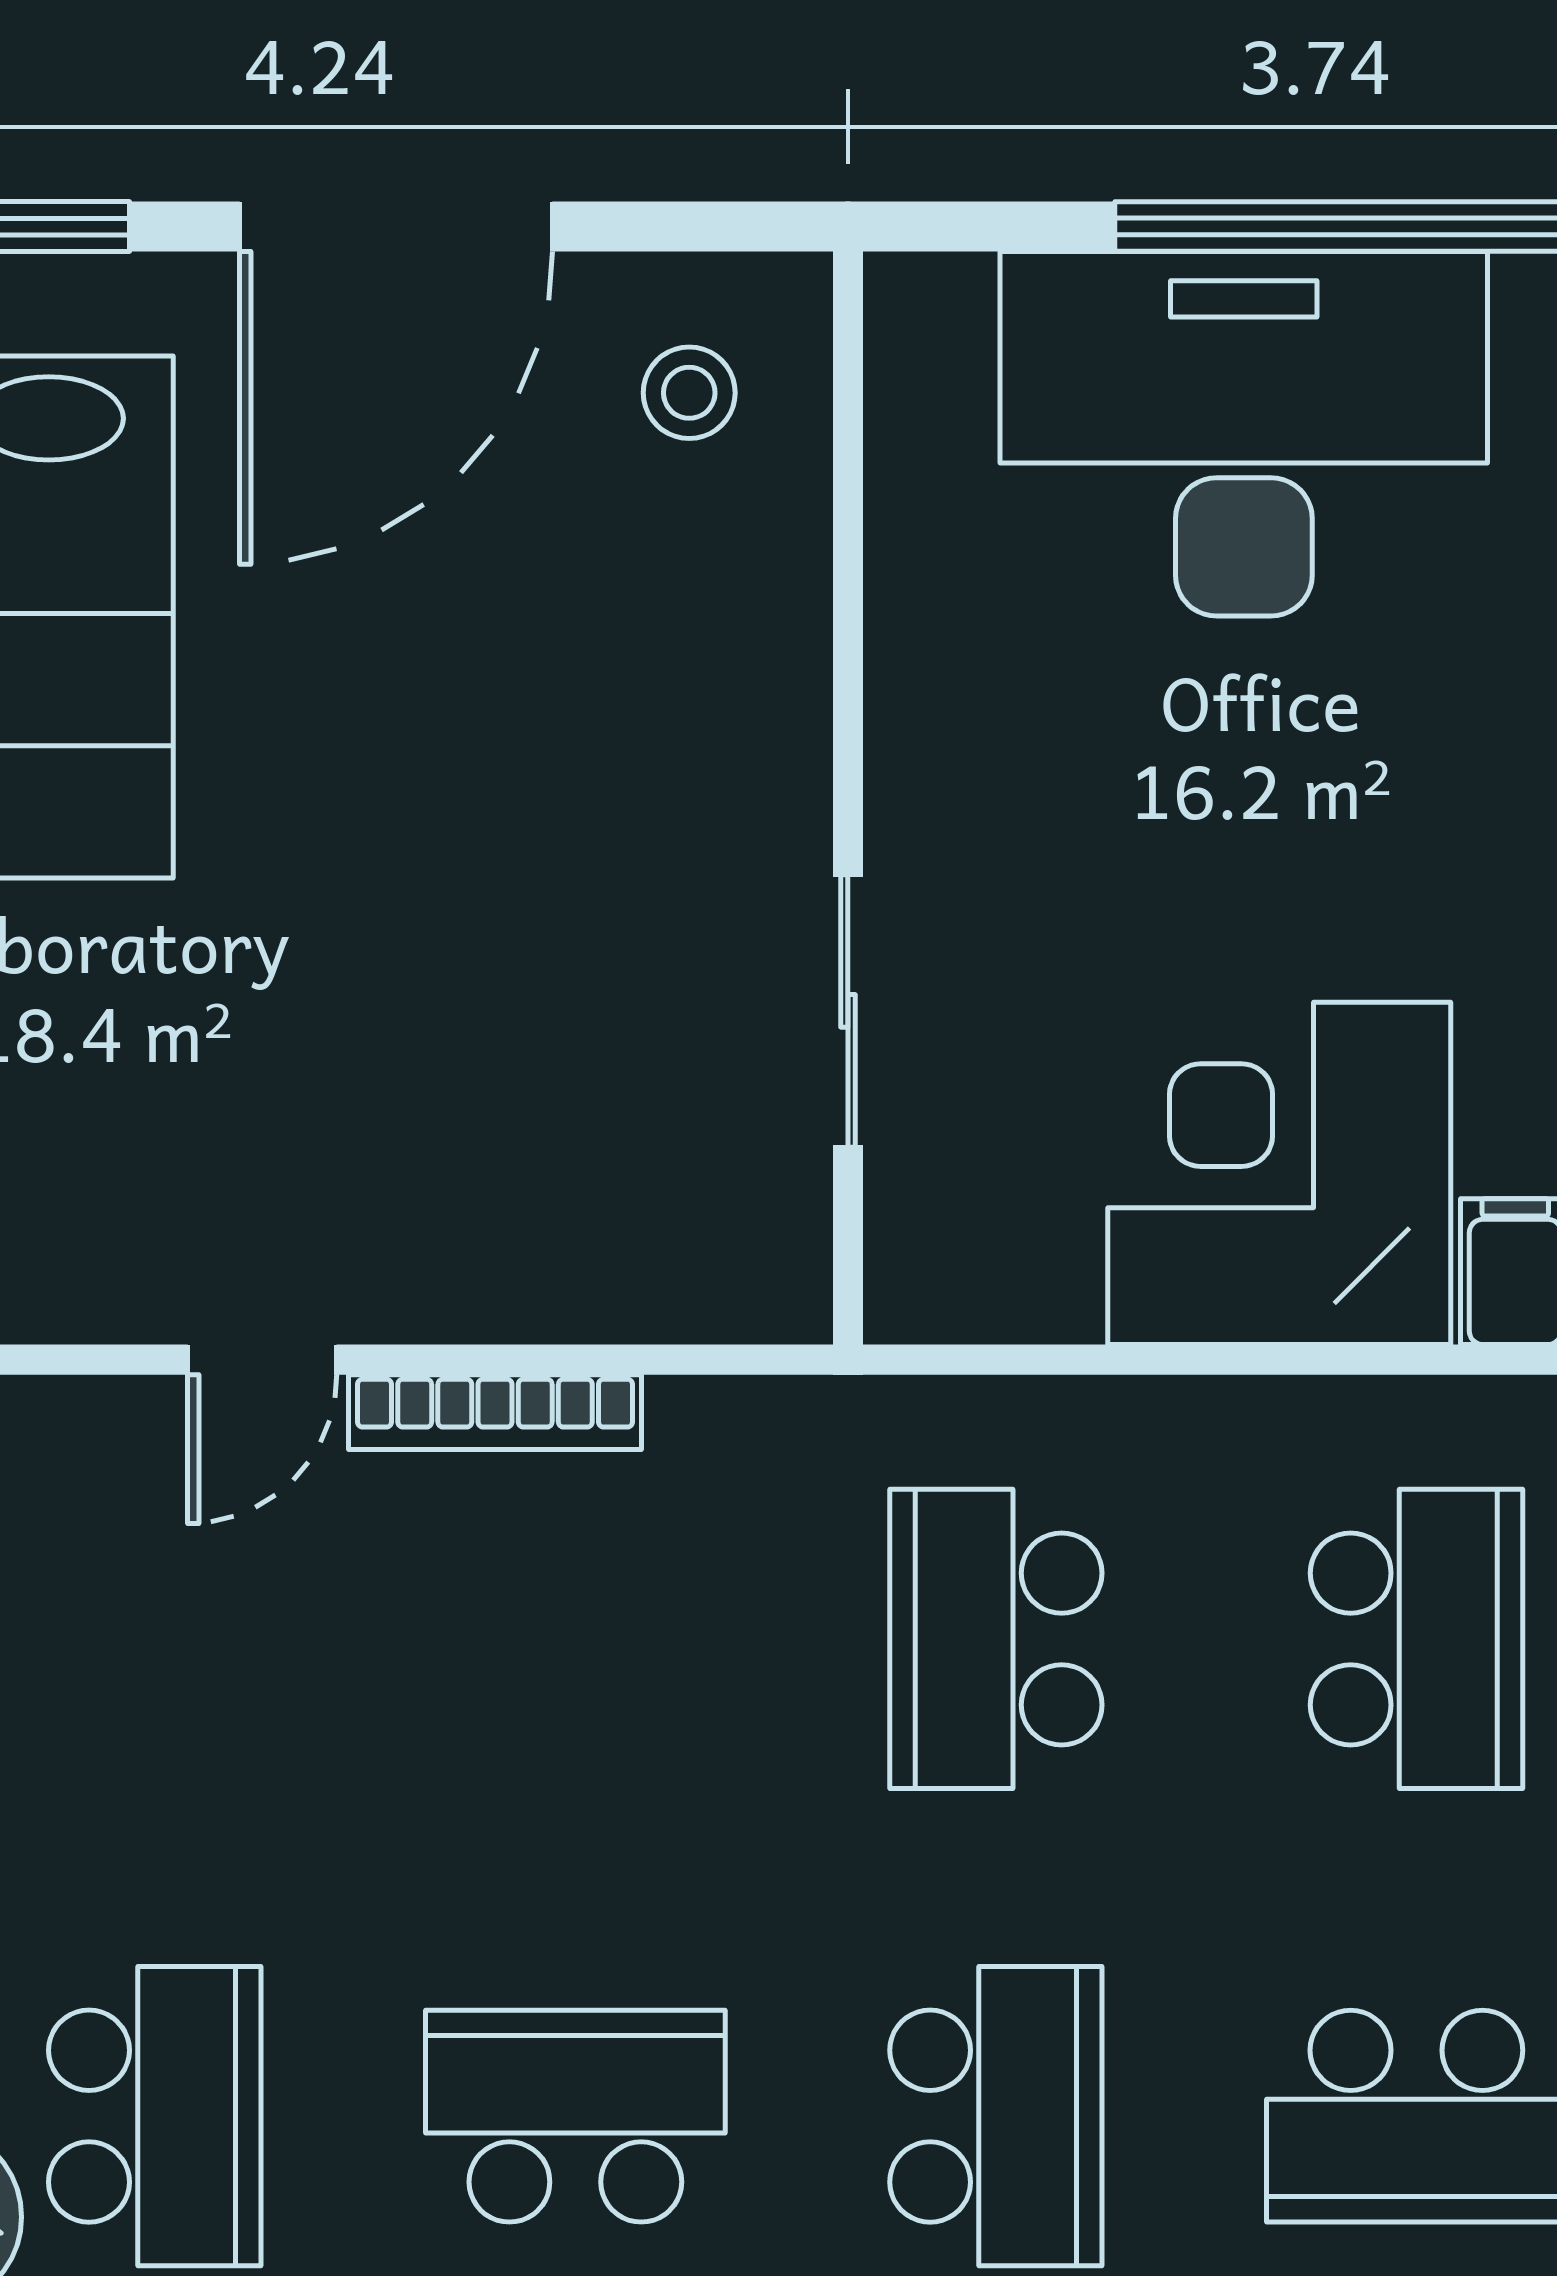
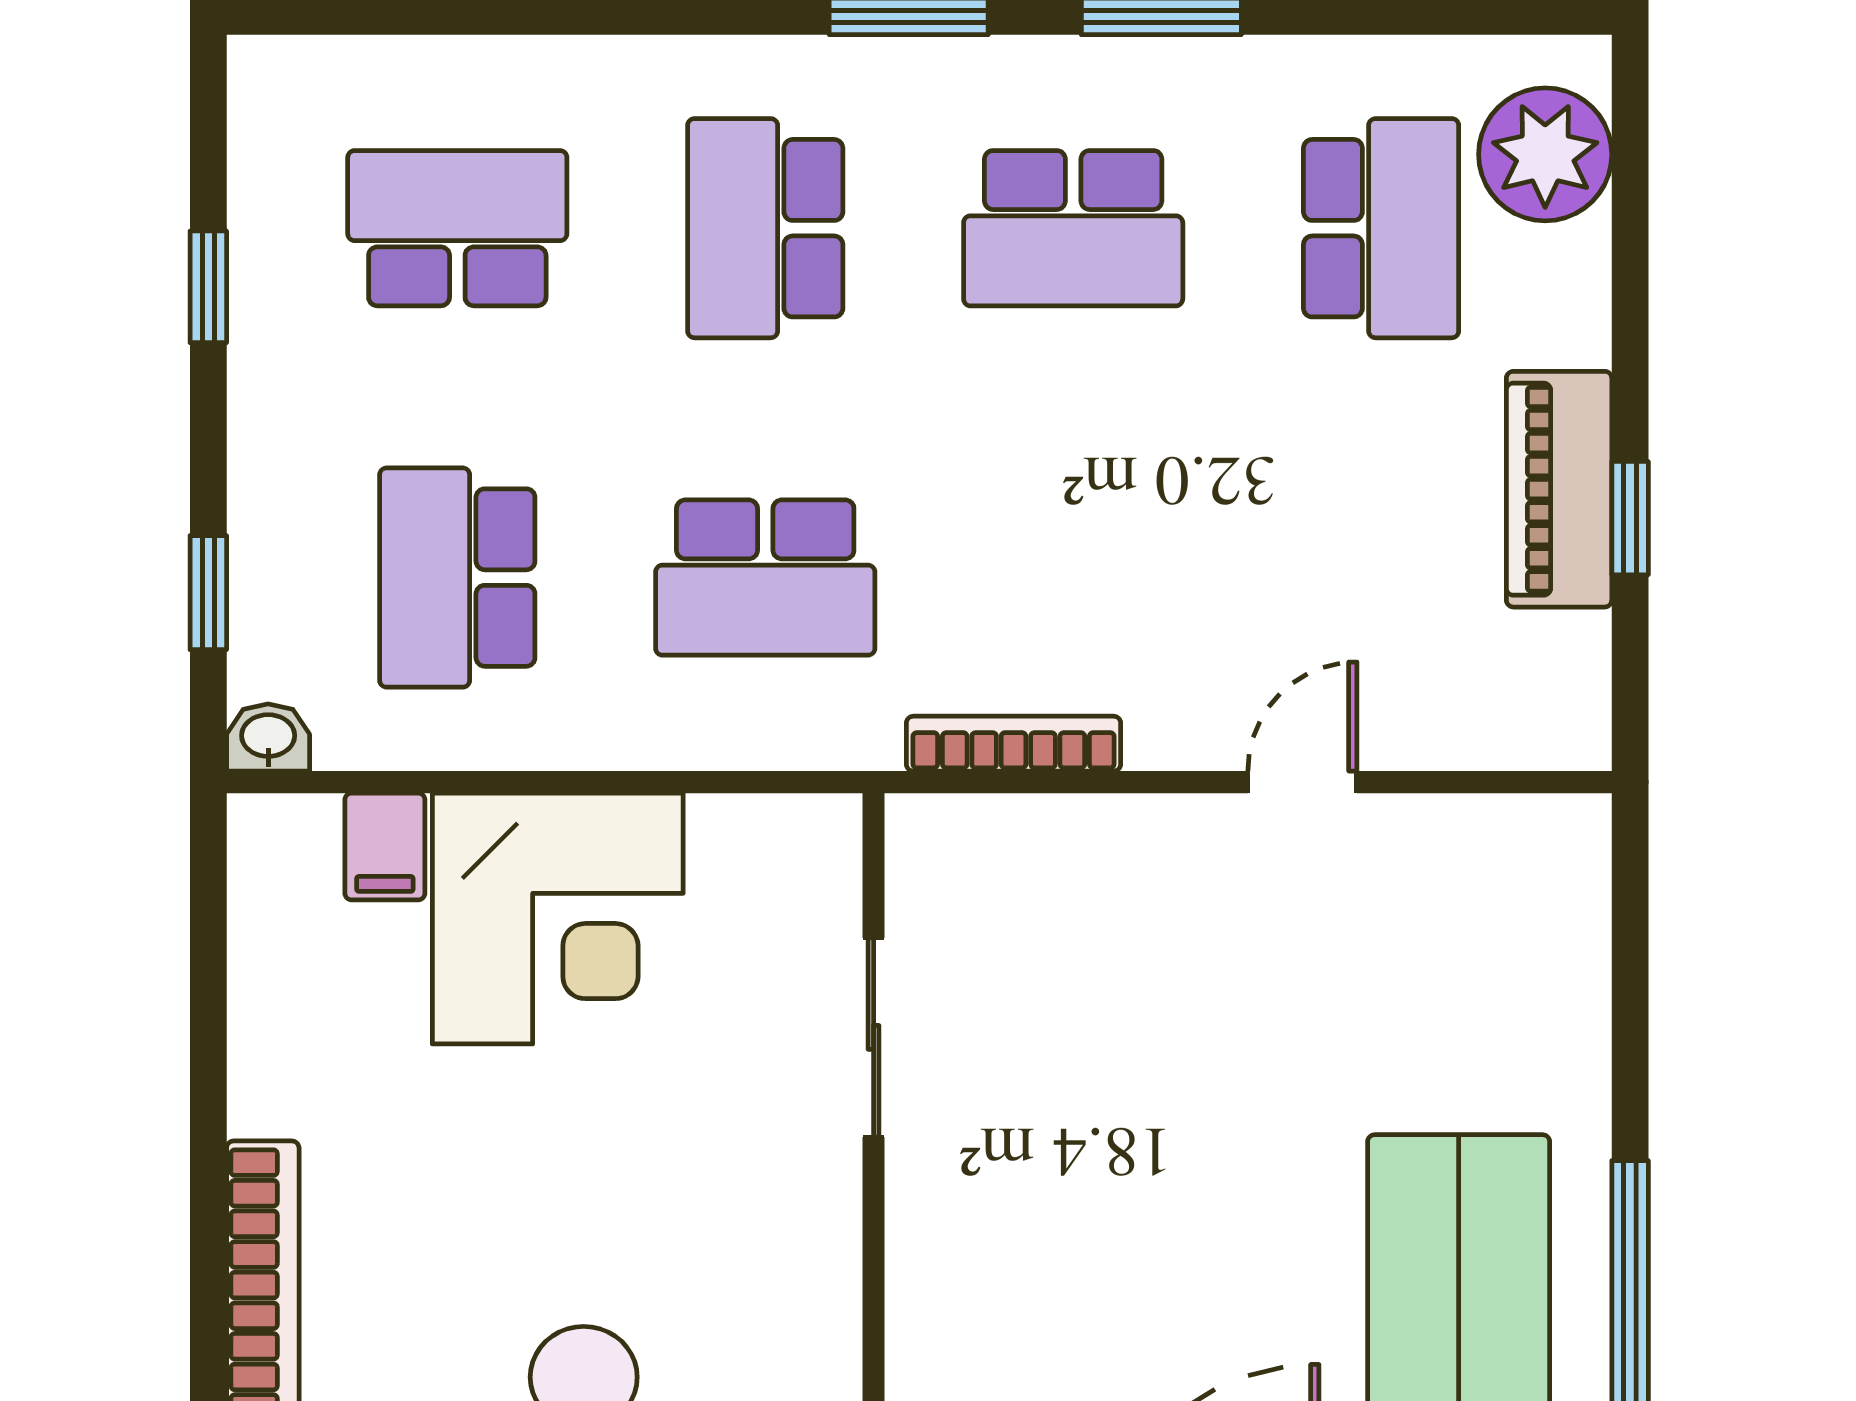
bookcase: (495, 1412) -> (1014, 744), moved
school desk: (996, 1639) -> (765, 578), turned 90
school desk: (155, 2116) -> (1381, 228), turned 180

